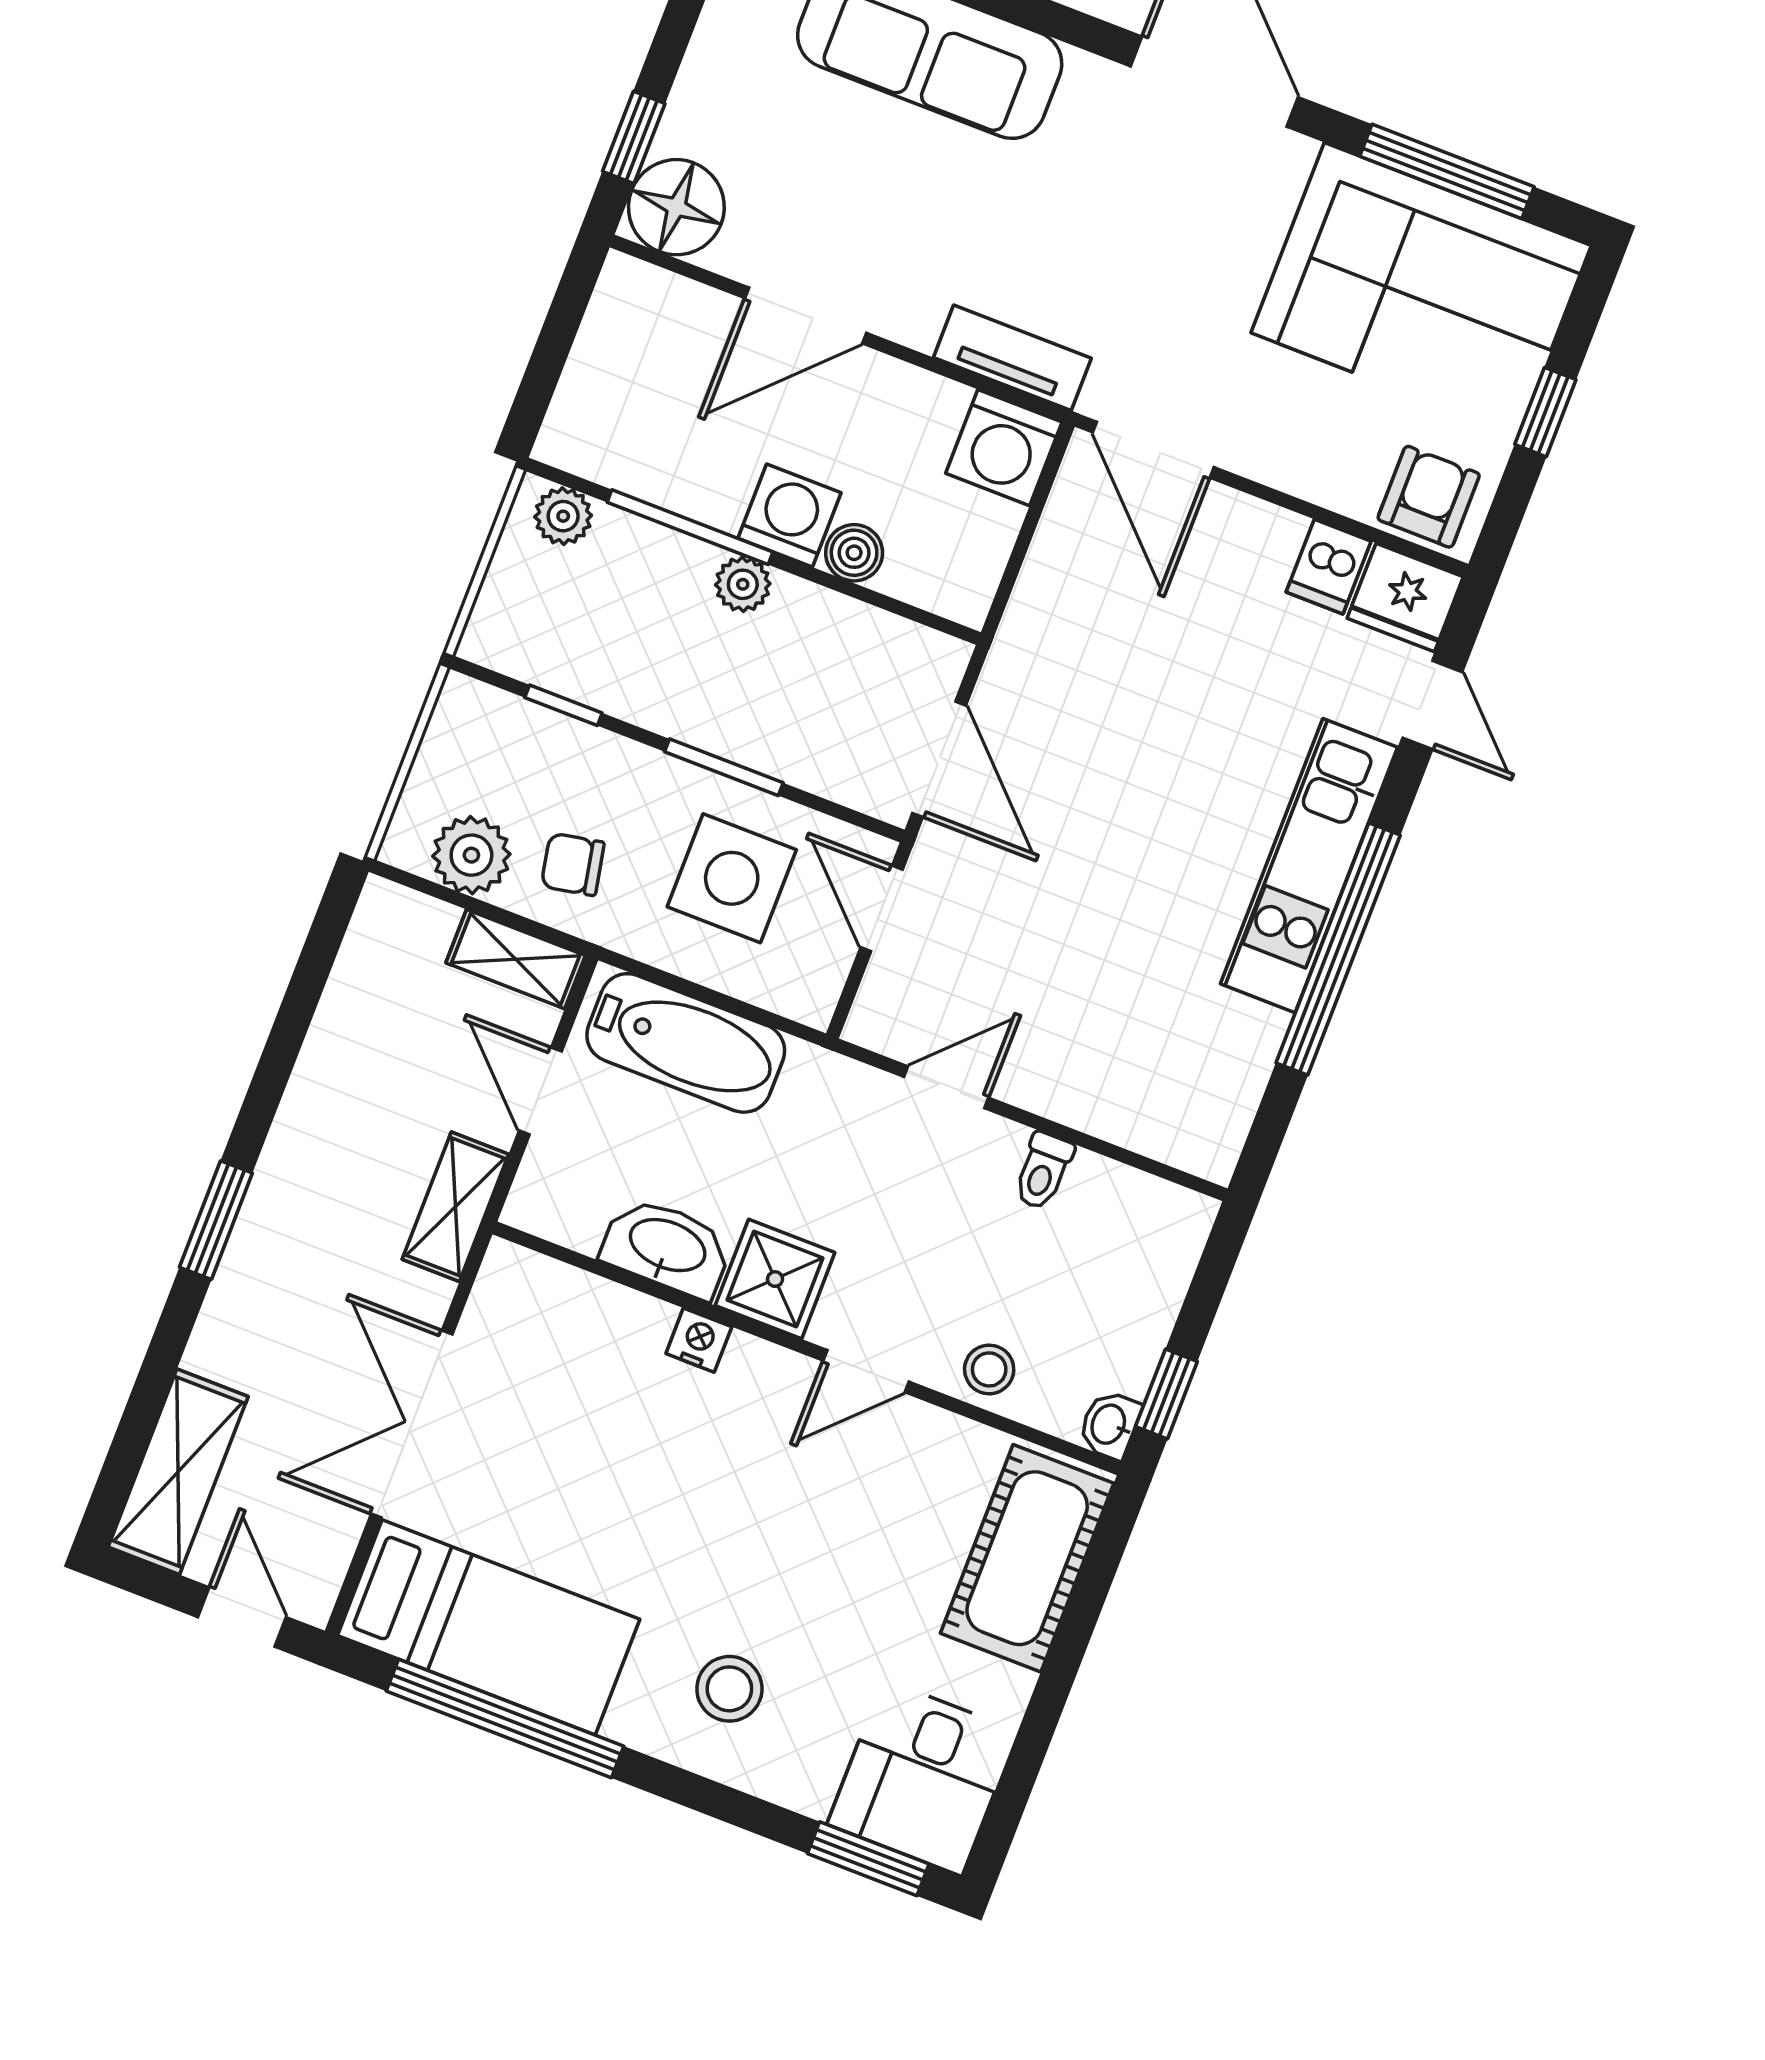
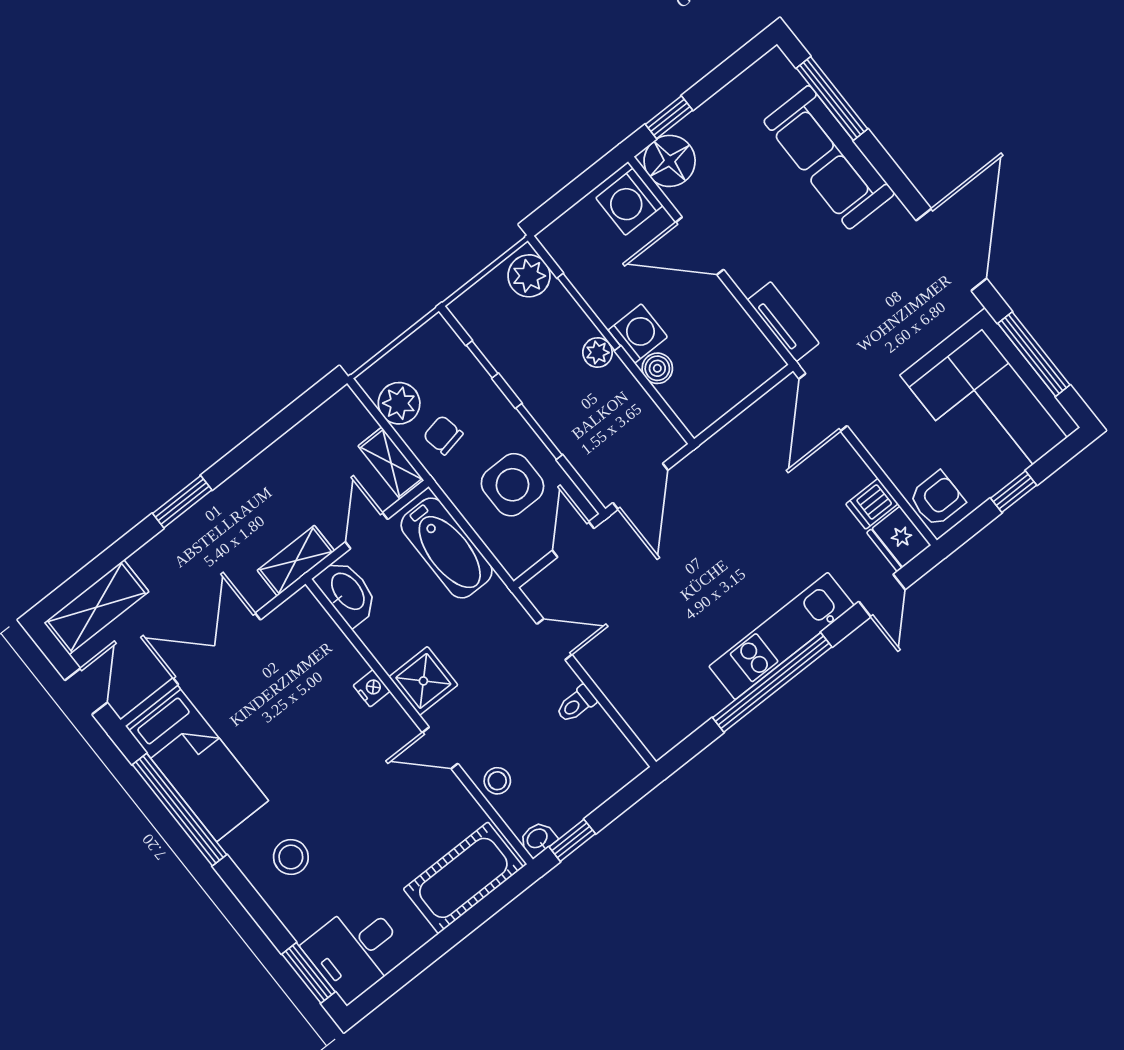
washing machine: (1004, 448) -> (629, 202), moved
plant: (563, 516) -> (529, 276), width x1.38, depth x1.38
washbasin: (667, 1247) -> (347, 592), moved

